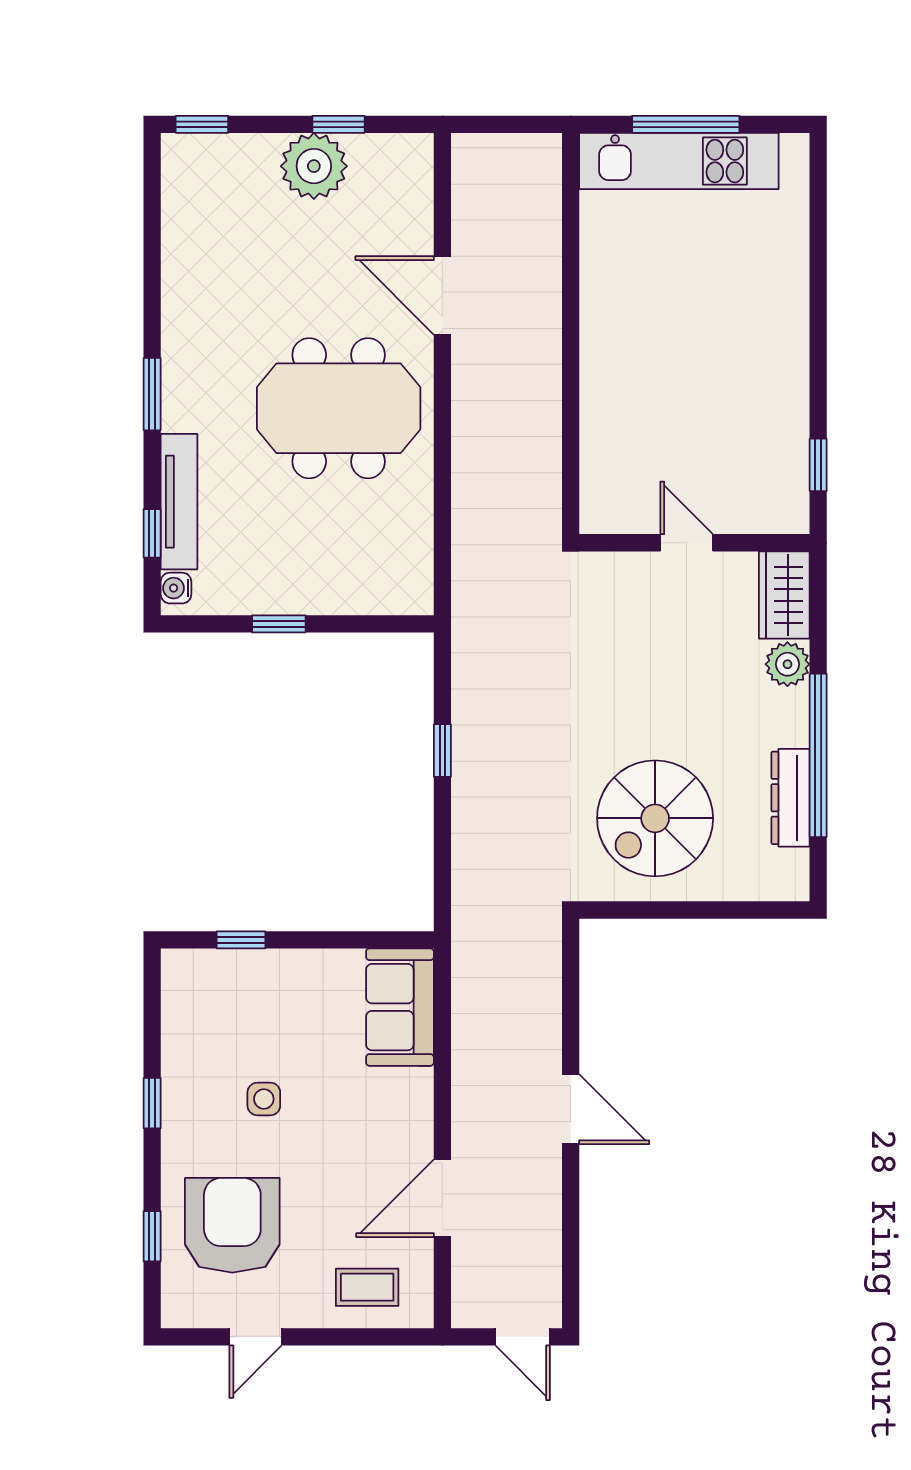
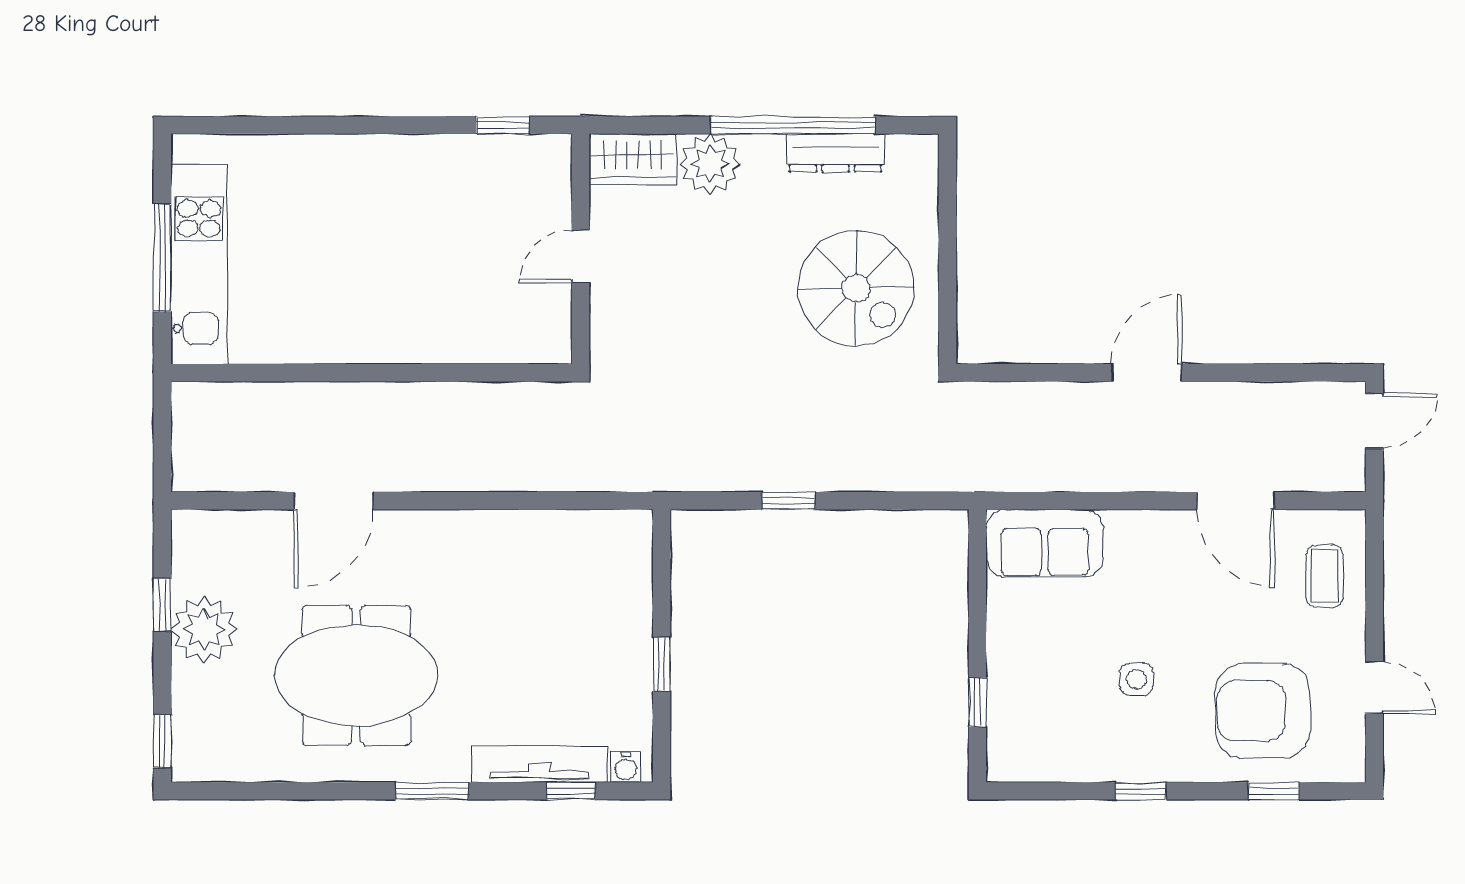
meeting table: (339, 408) -> (356, 675), moved, turned 90
plant: (787, 664) -> (710, 164), width x1.36, depth x1.36

